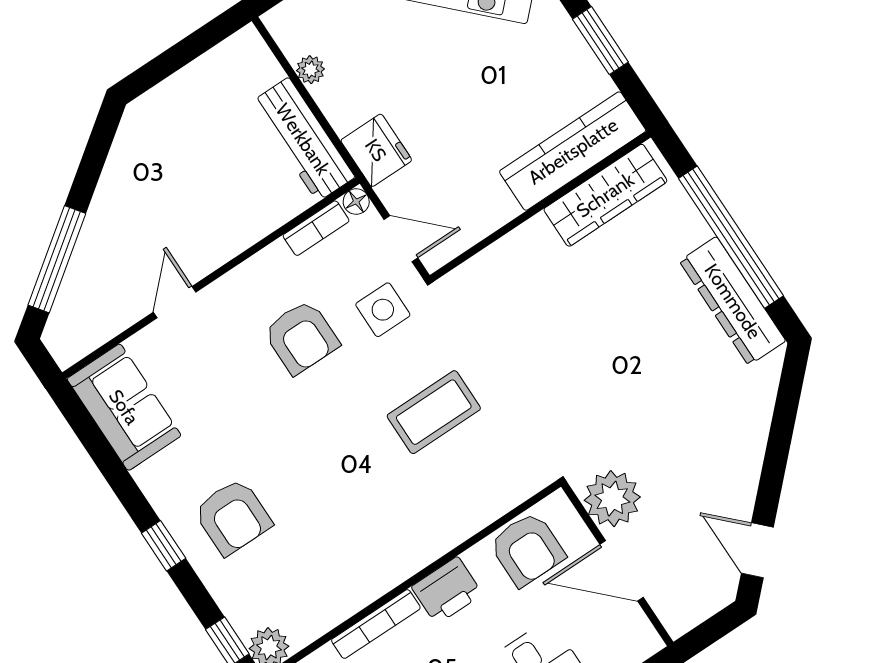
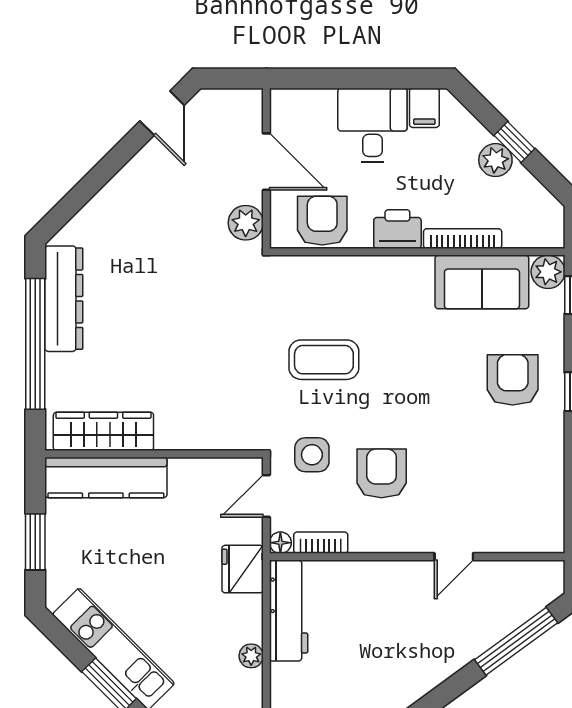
door: (401, 239) -> (266, 496), hinge flipped
sofa: (124, 407) -> (482, 282), moved, turned -90
plant: (612, 499) -> (246, 223), width x0.73, depth x0.73

